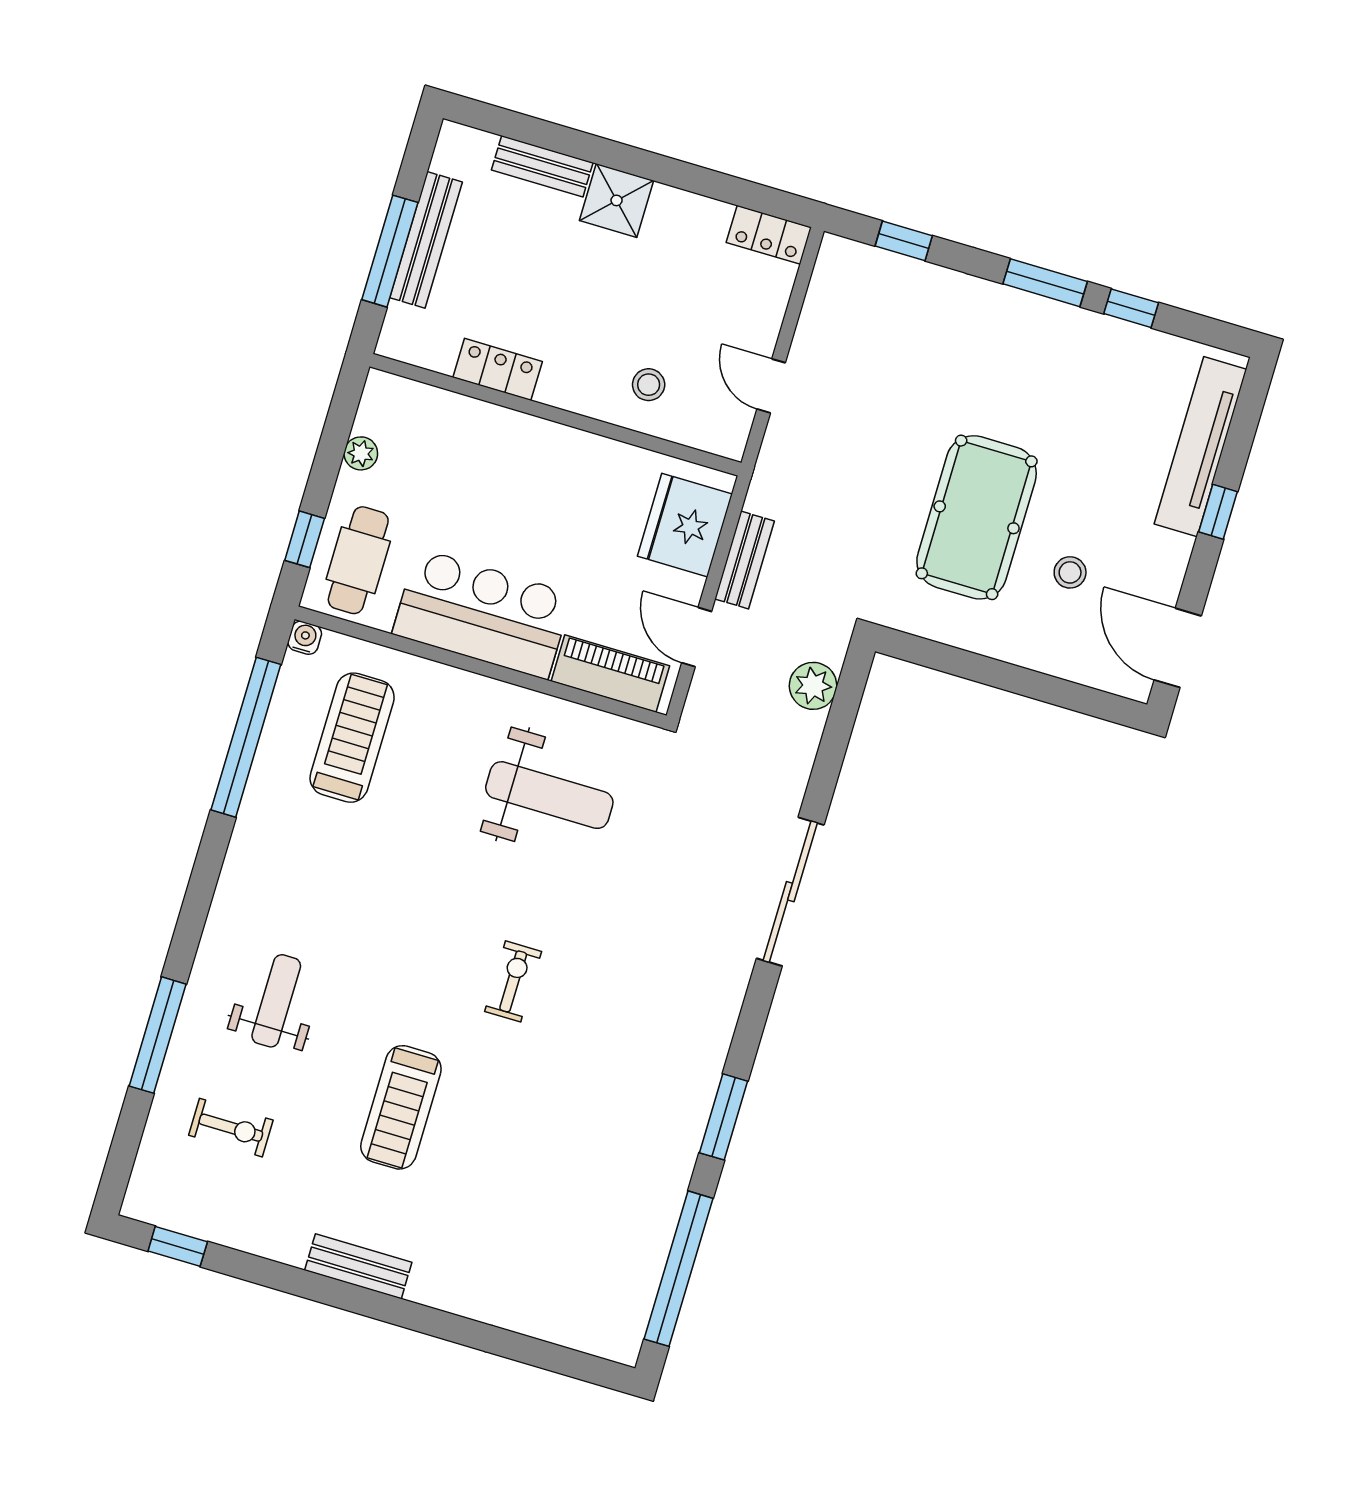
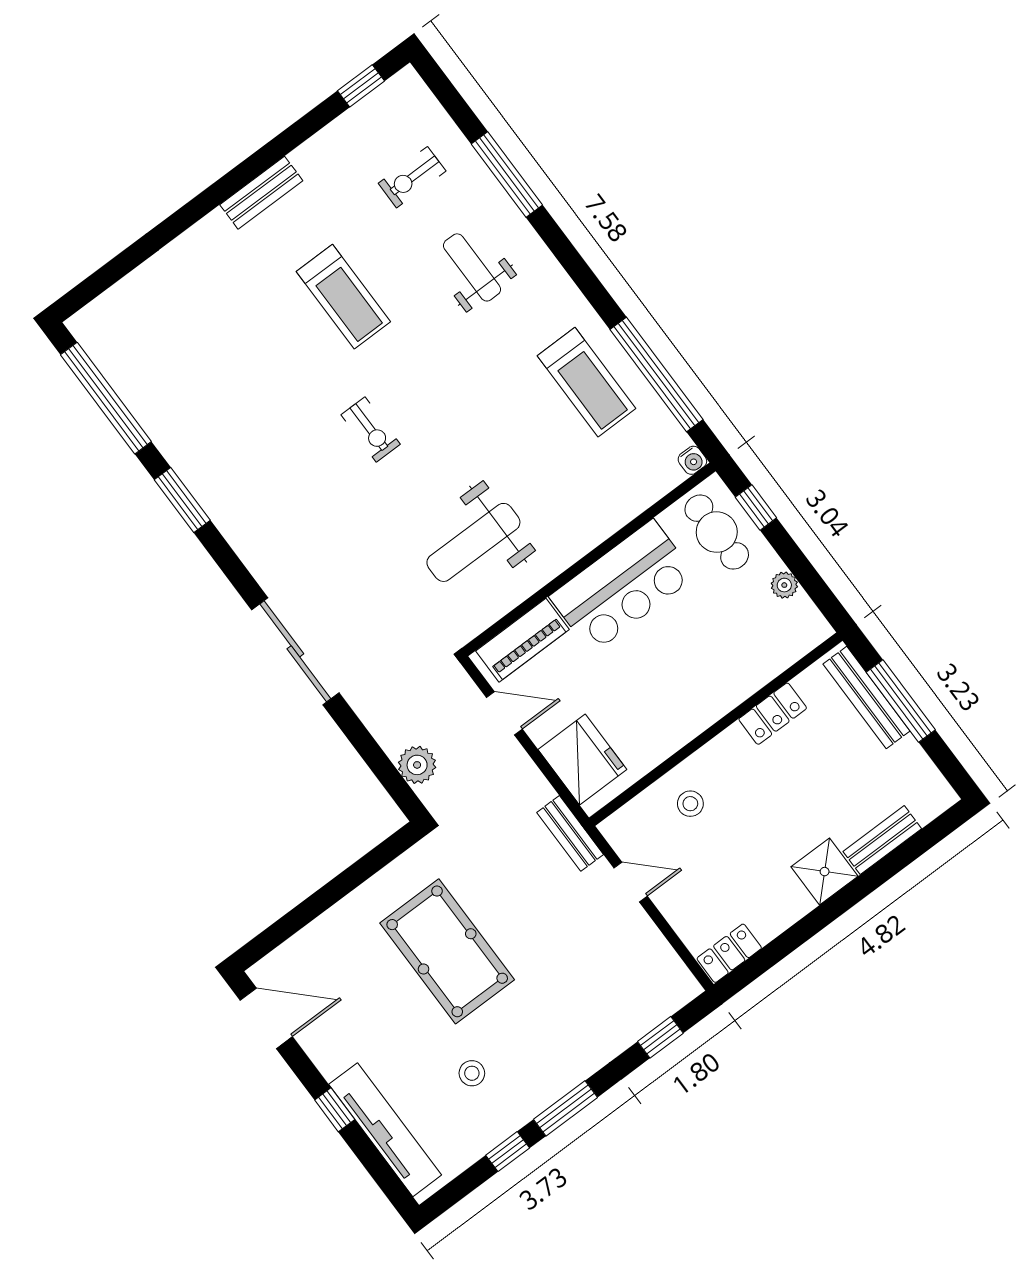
bench: (426, 240) -> (867, 697), moved
bench: (745, 560) -> (570, 833), moved
stool: (1070, 572) -> (472, 1073), moved
treadmill: (352, 738) -> (586, 382), moved
weight bench: (276, 1001) -> (472, 267), turned 180
treadmill: (401, 1107) -> (343, 297), turned 180

